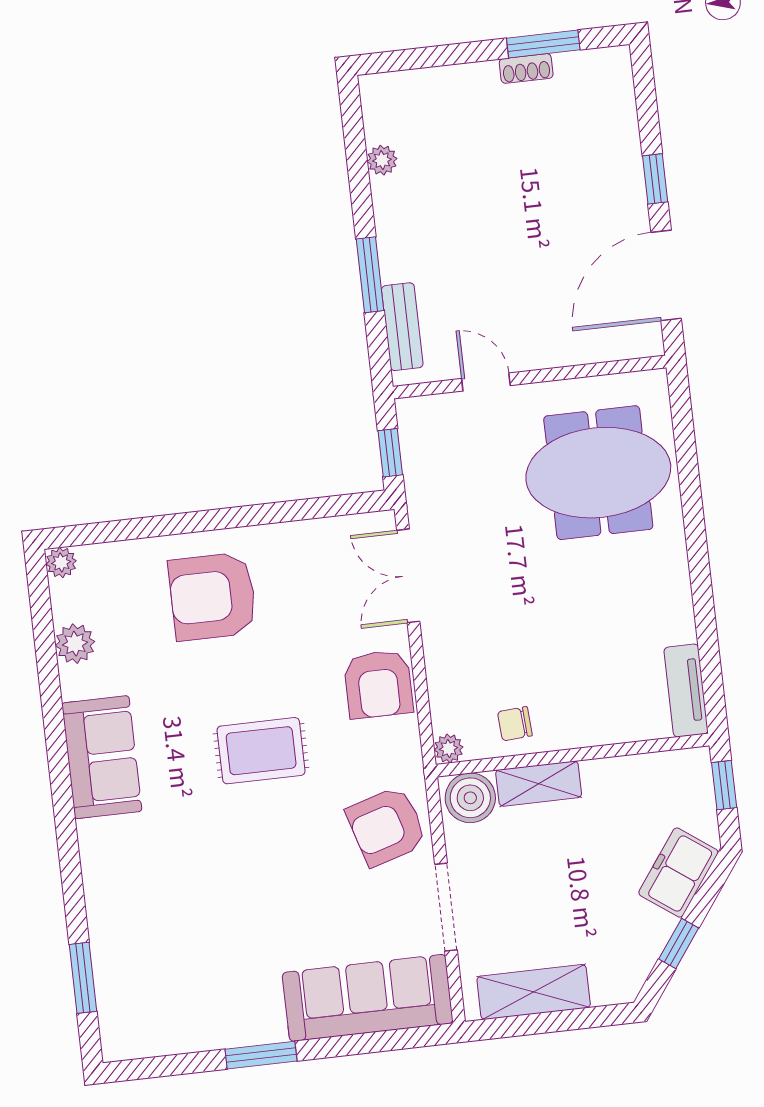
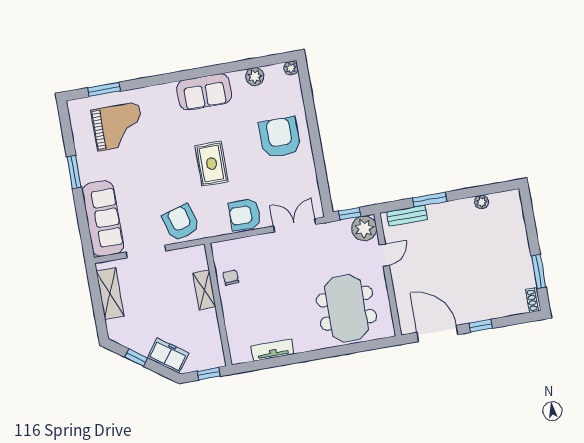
shoe rack: (526, 68) -> (533, 300), moved
tv unit: (686, 691) -> (273, 350), moved
plant: (449, 748) -> (364, 228), moved, width x1.88, depth x1.88
boiler: (470, 798) -> (196, 259), removed
grand piano: (167, 952) -> (118, 126), added

